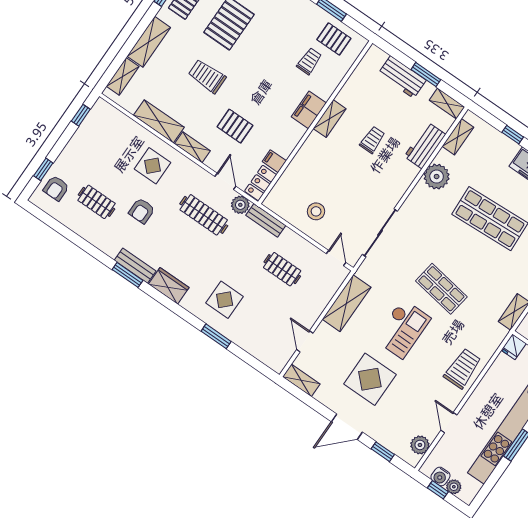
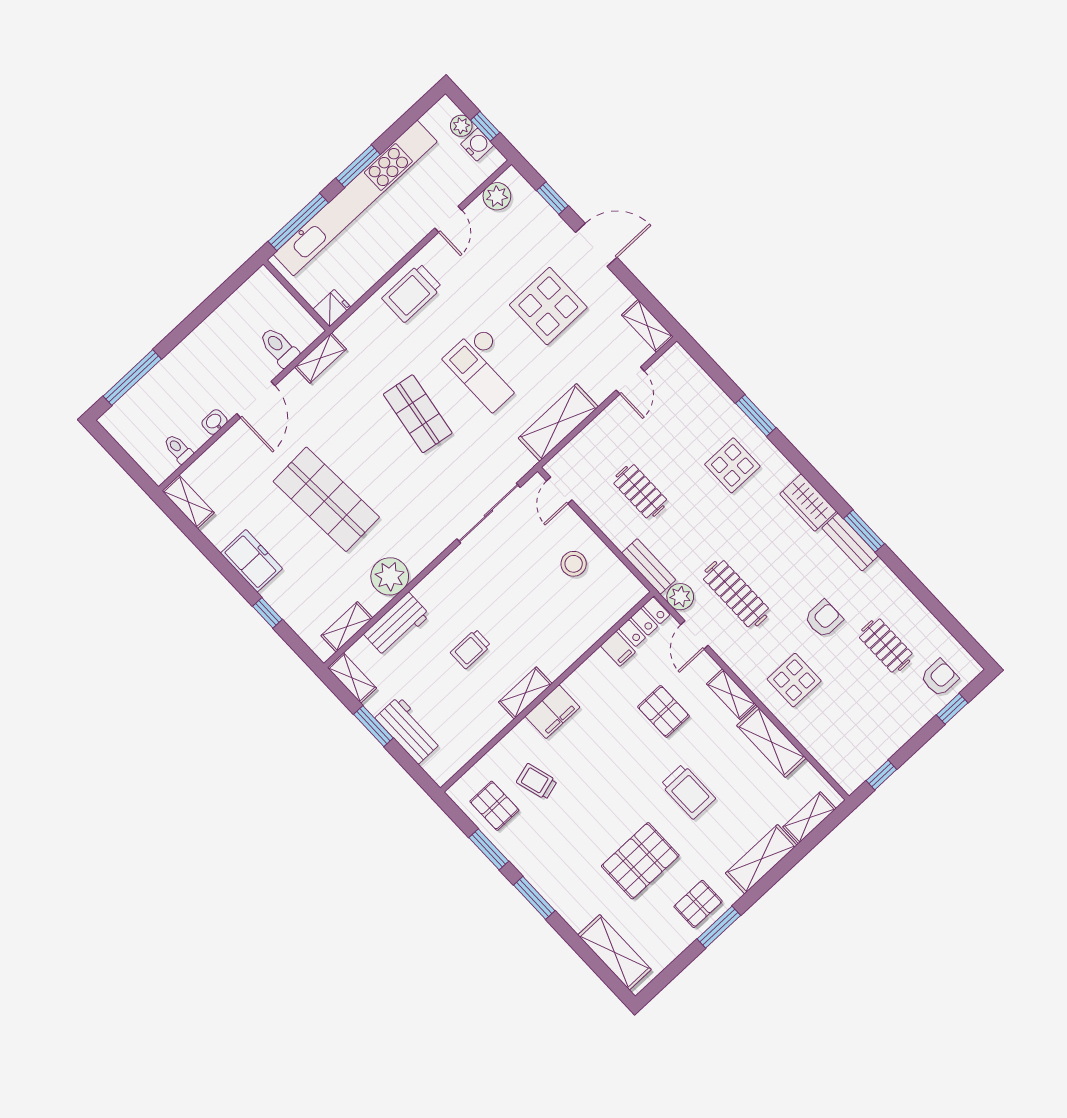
trolley: (309, 61) -> (537, 782), turned 74
checkout: (402, 329) -> (486, 368), turned -90

